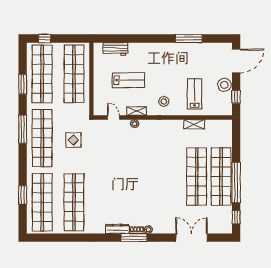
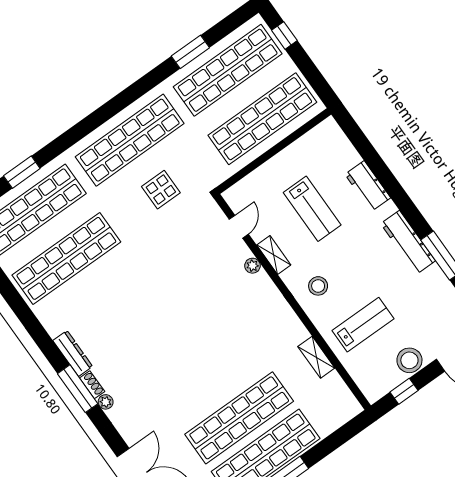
workbench: (116, 49) -> (368, 186), moved
workbench: (173, 49) -> (408, 242), added
window: (23, 129) -> (122, 100), removed

